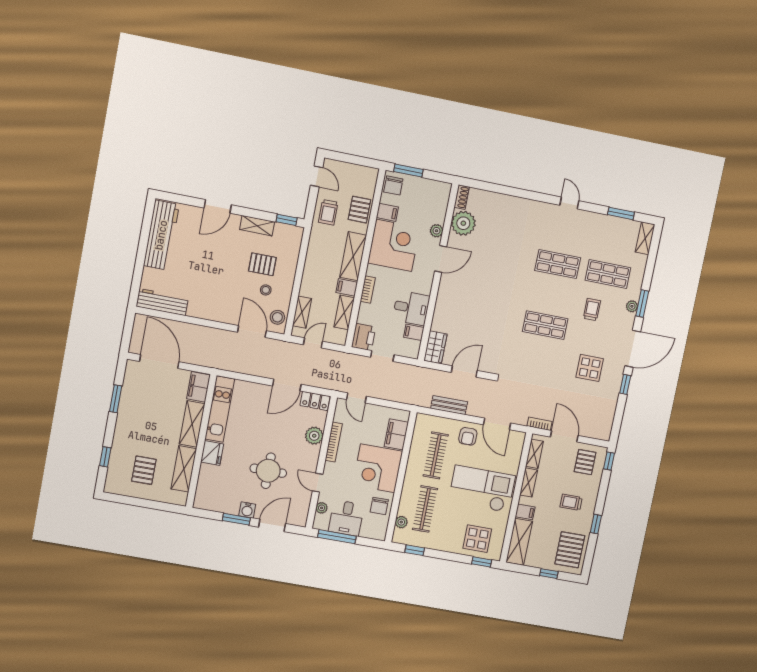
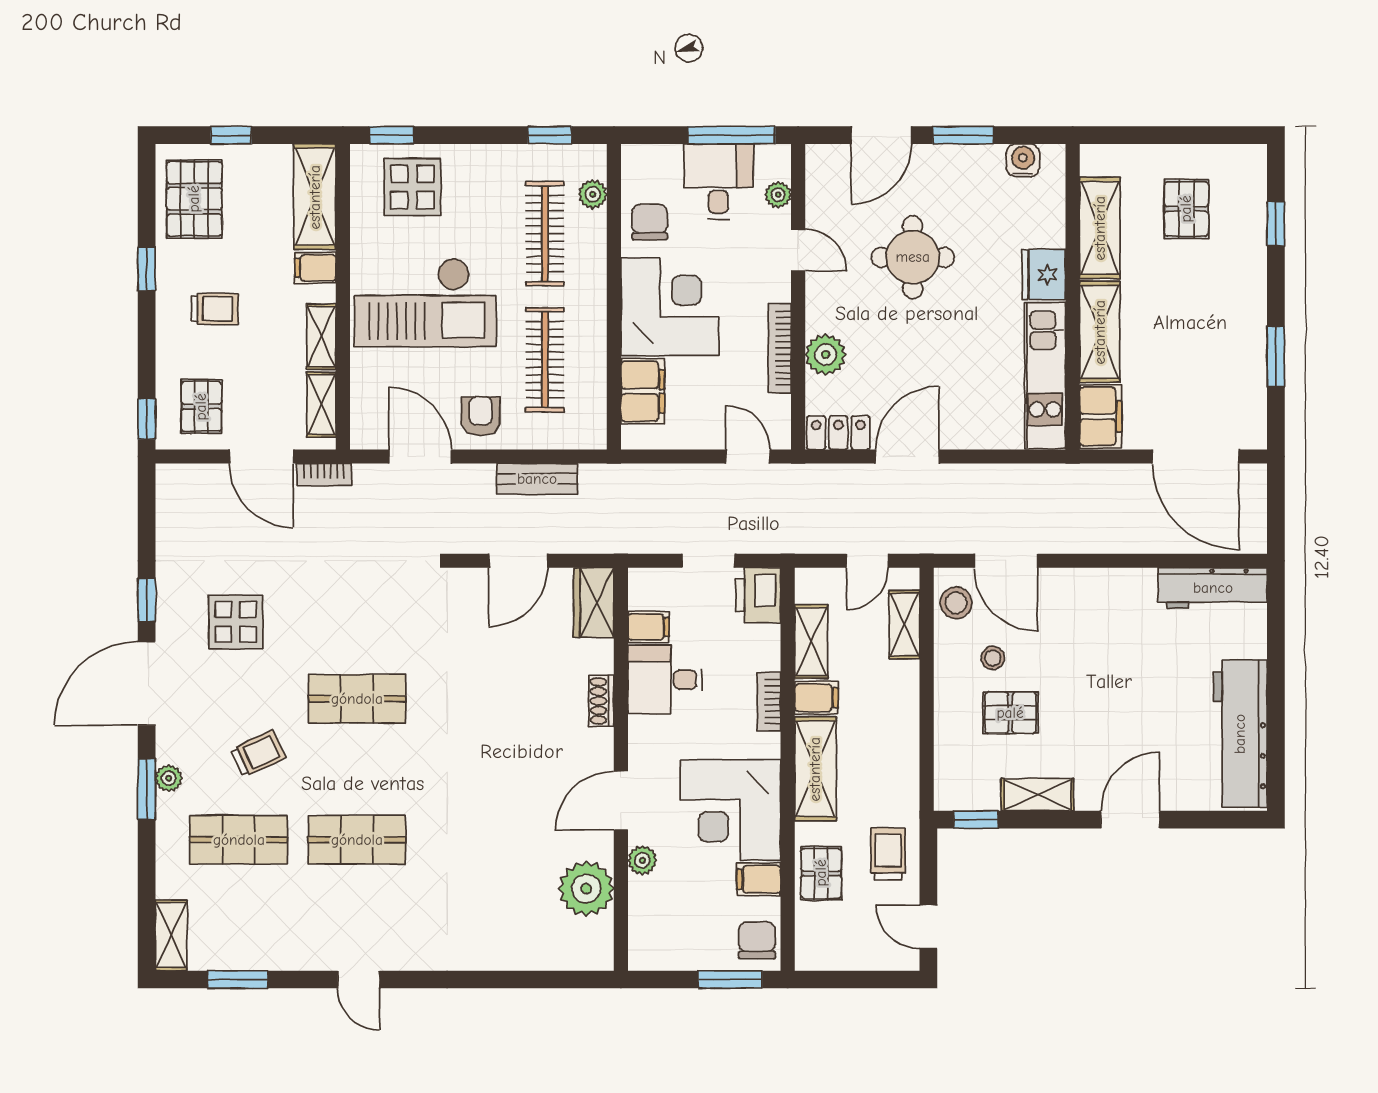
shoe rack: (462, 197) -> (601, 701), moved
trolley: (592, 310) -> (258, 754), turned -115
water cooler: (247, 510) -> (1023, 160), moved

